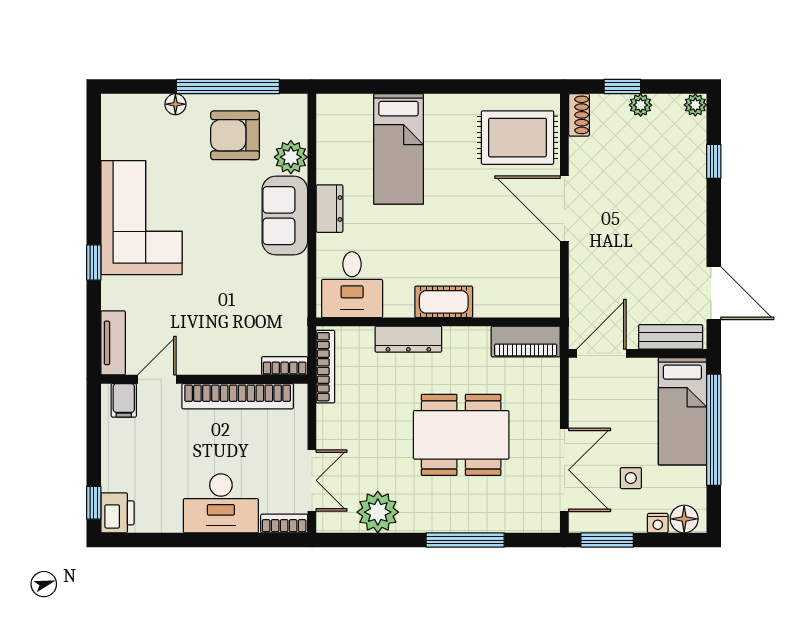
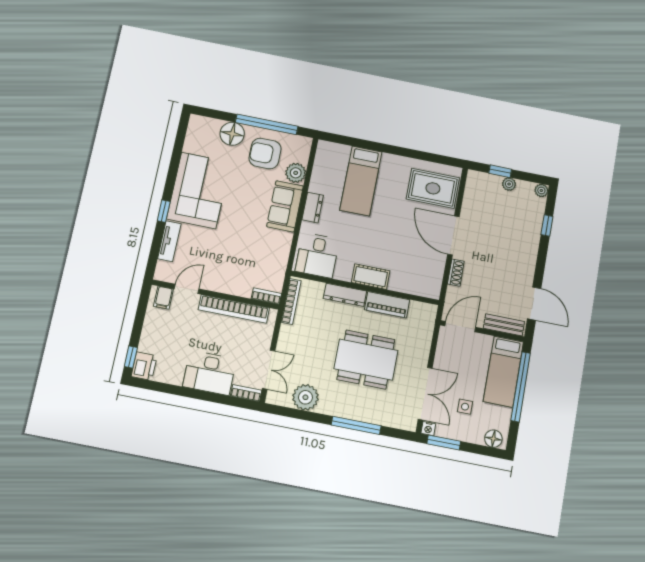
floor lamp: (175, 104) -> (232, 134), width x1.89, depth x1.89
shoe rack: (579, 115) -> (456, 273), moved
piano: (526, 342) -> (387, 305), moved
tv unit: (113, 343) -> (169, 241), moved
nightstand: (658, 523) -> (428, 429), moved

